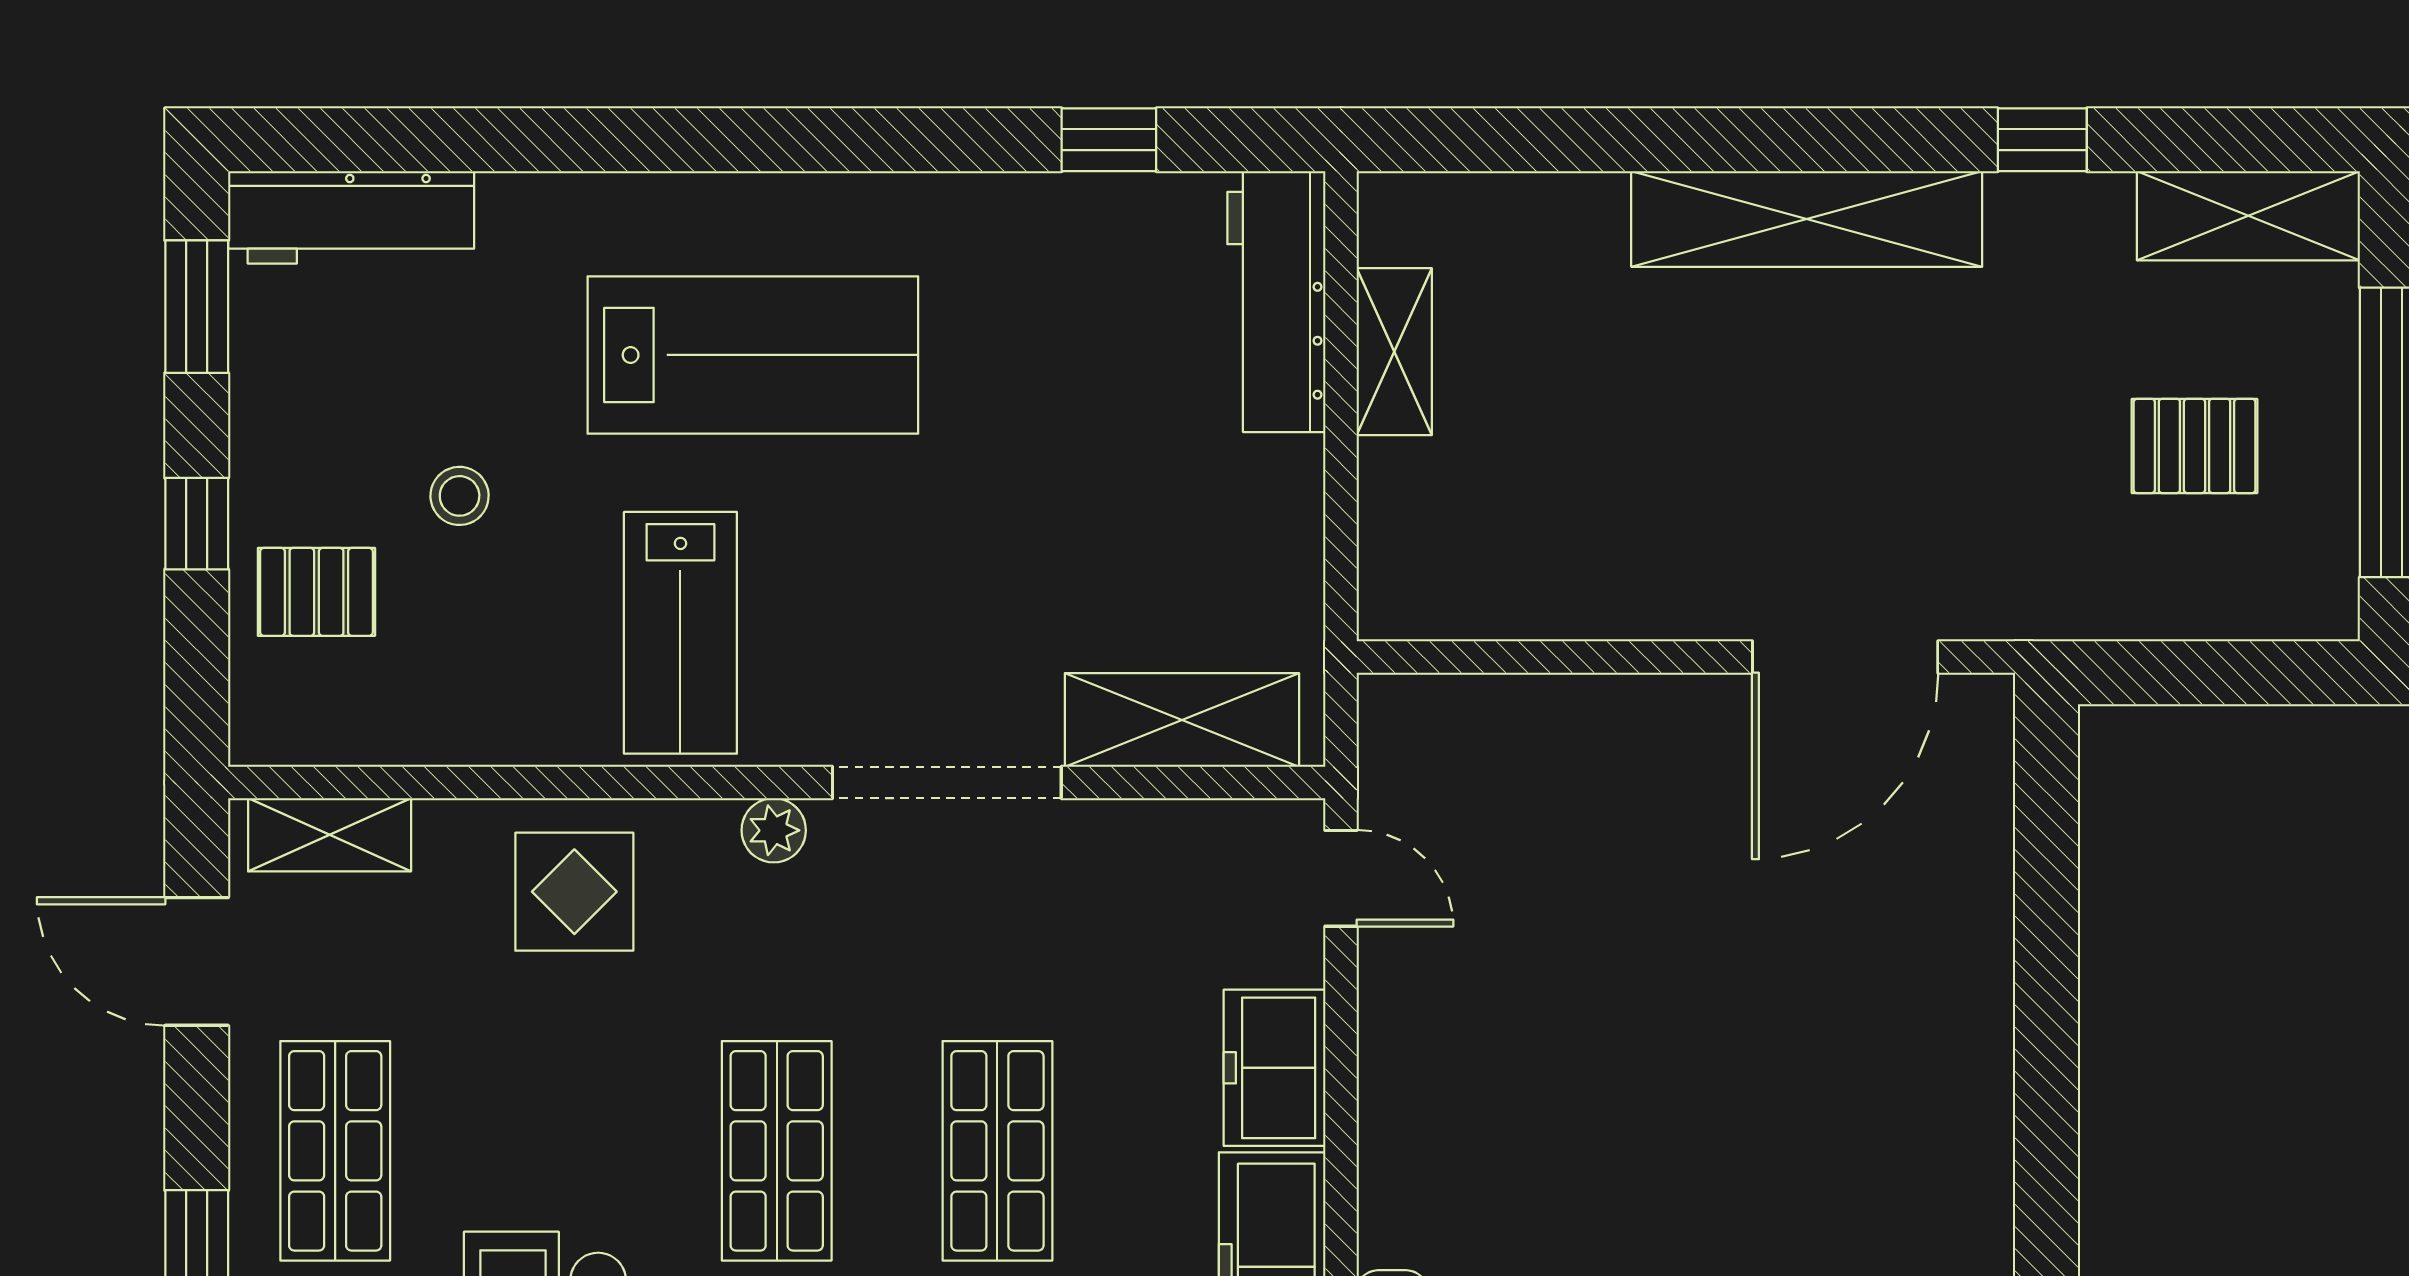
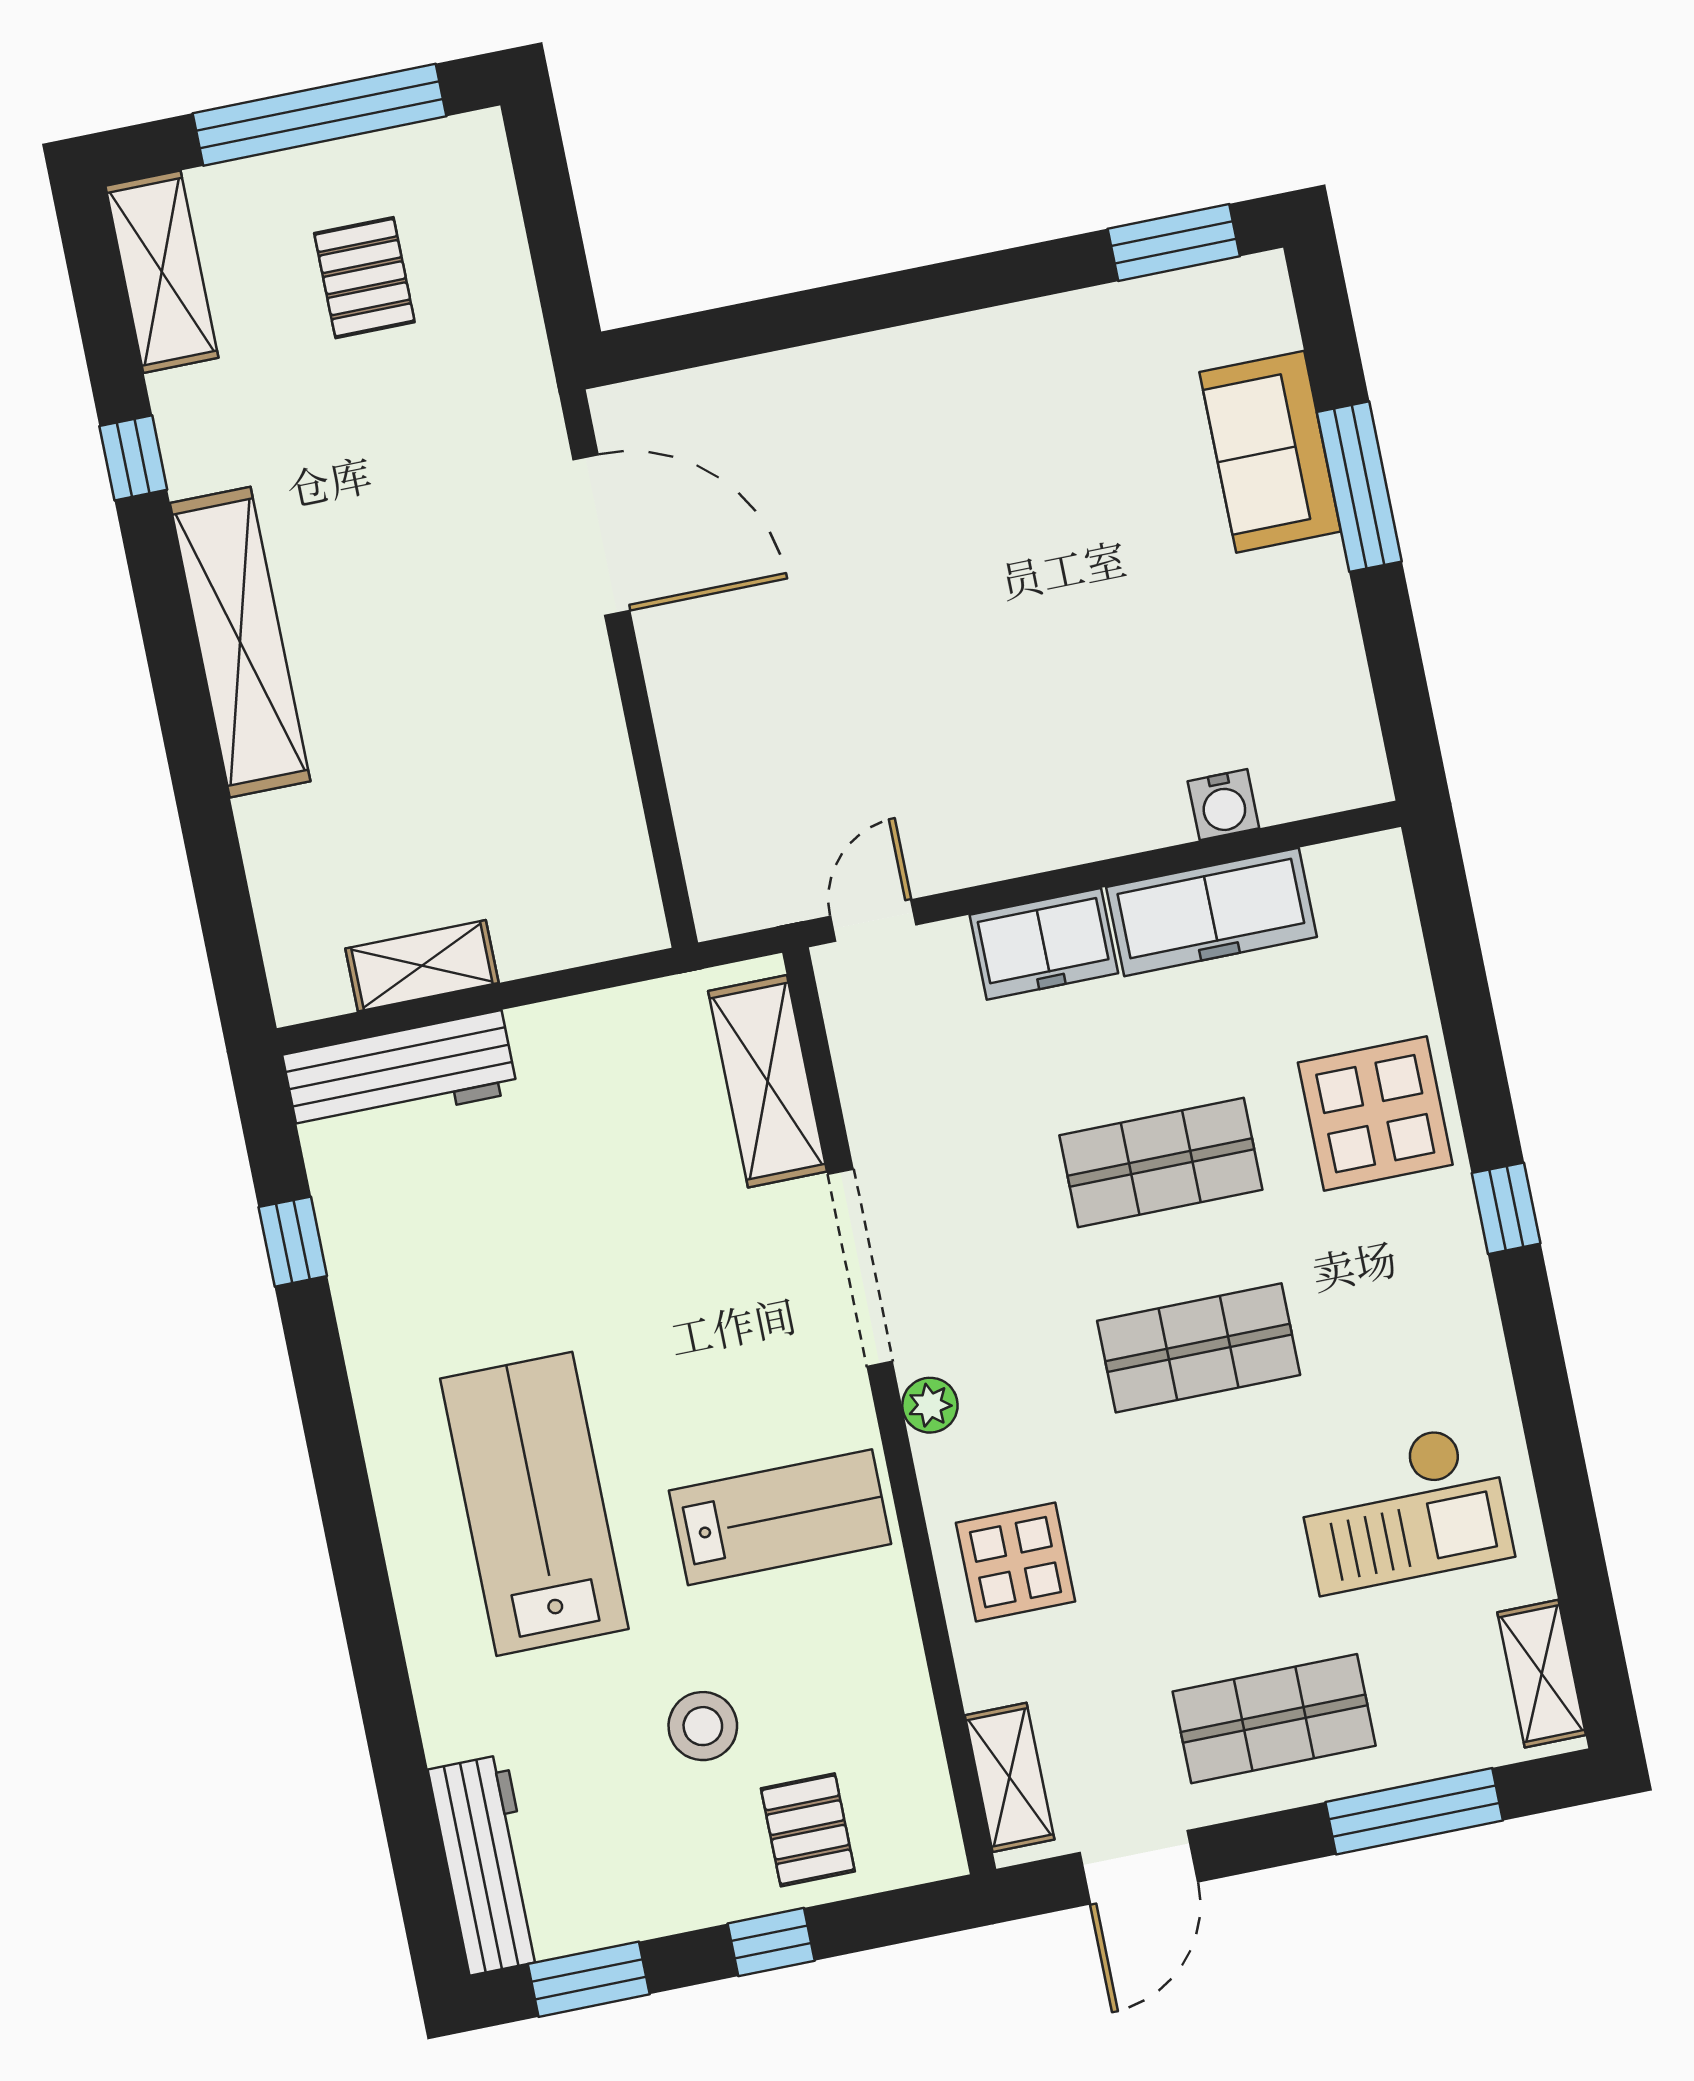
stool: (460, 496) -> (703, 1726), width x1.37, depth x1.37

